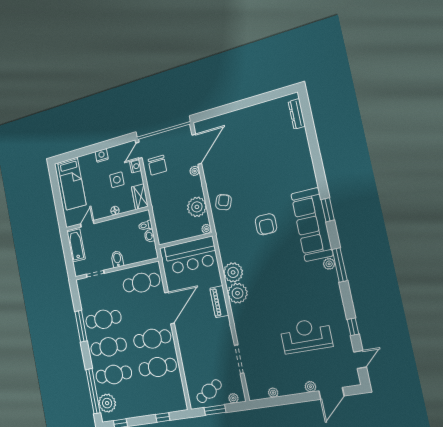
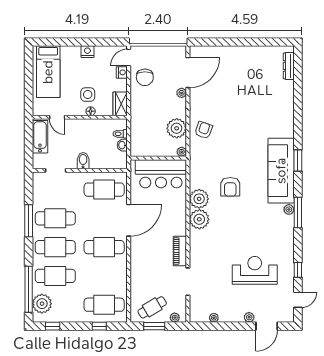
side table: (117, 180) -> (88, 95), moved
door: (87, 224) -> (57, 117), swing flipped
armchair: (266, 224) -> (230, 187), moved
piano: (219, 302) -> (180, 251), moved
cafe table: (158, 367) -> (104, 305), moved

